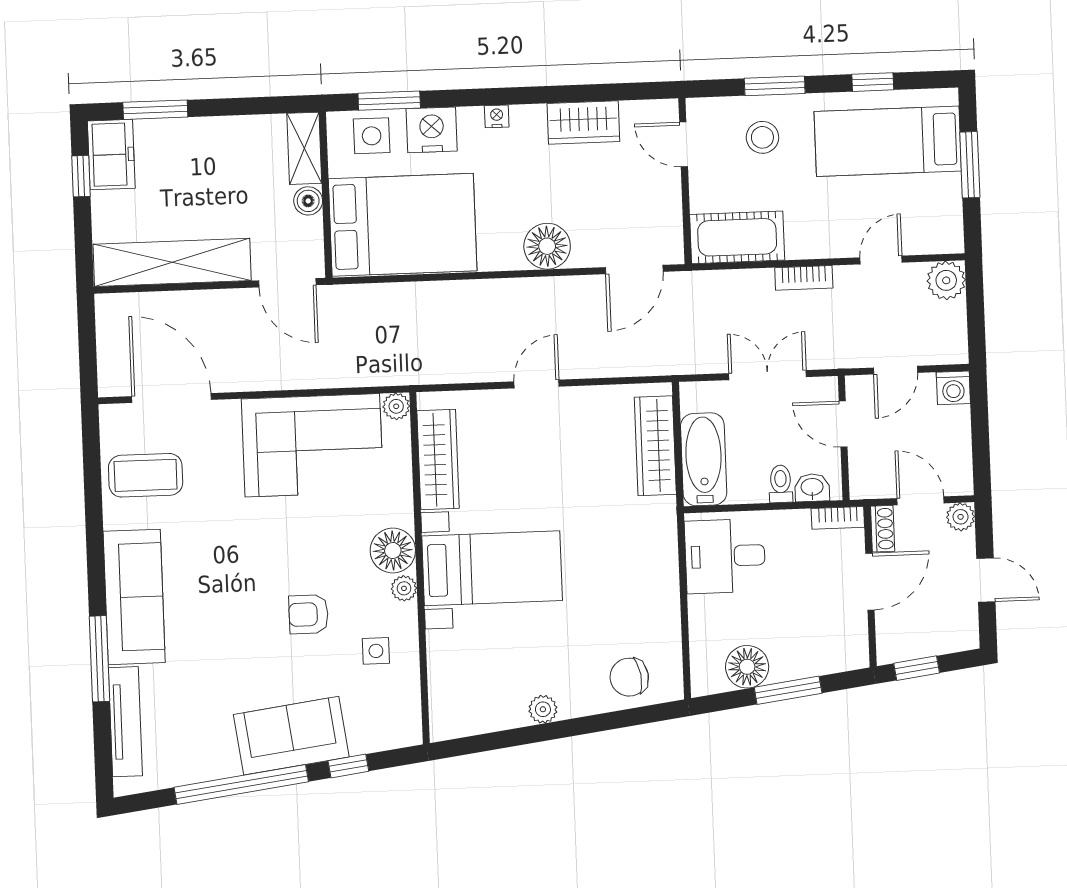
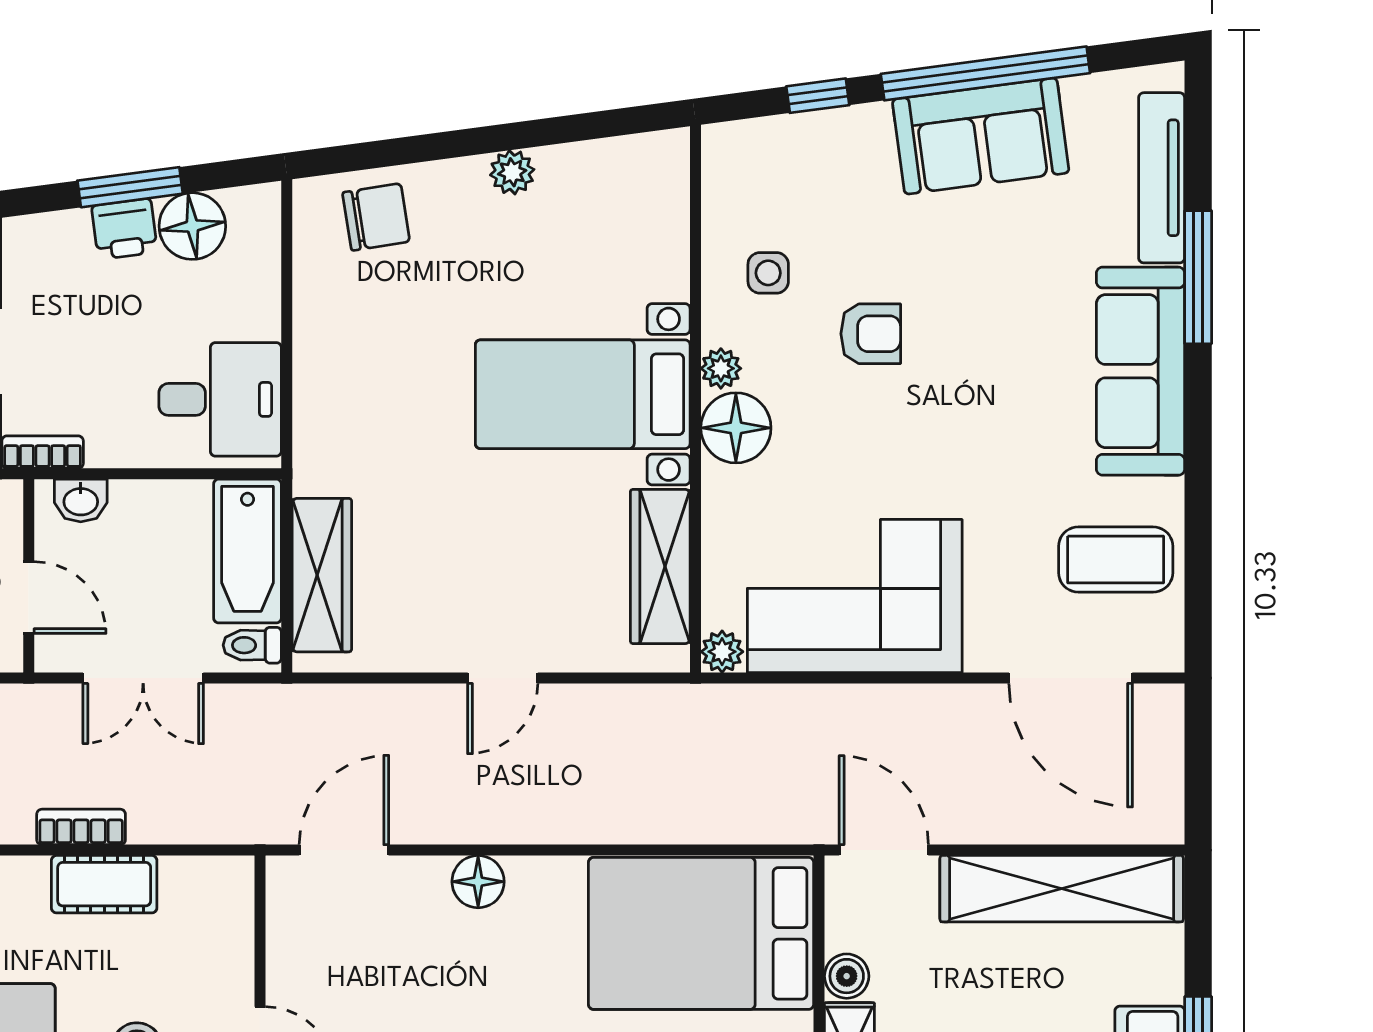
cot: (737, 237) -> (104, 884), moved, width x0.73, depth x0.75
floor lamp: (547, 246) -> (478, 882), width x0.73, depth x0.73
toilet: (781, 484) -> (252, 645), moved, turned 90
printer: (791, 663) -> (124, 229), added
sofa: (291, 736) -> (981, 136), moved

